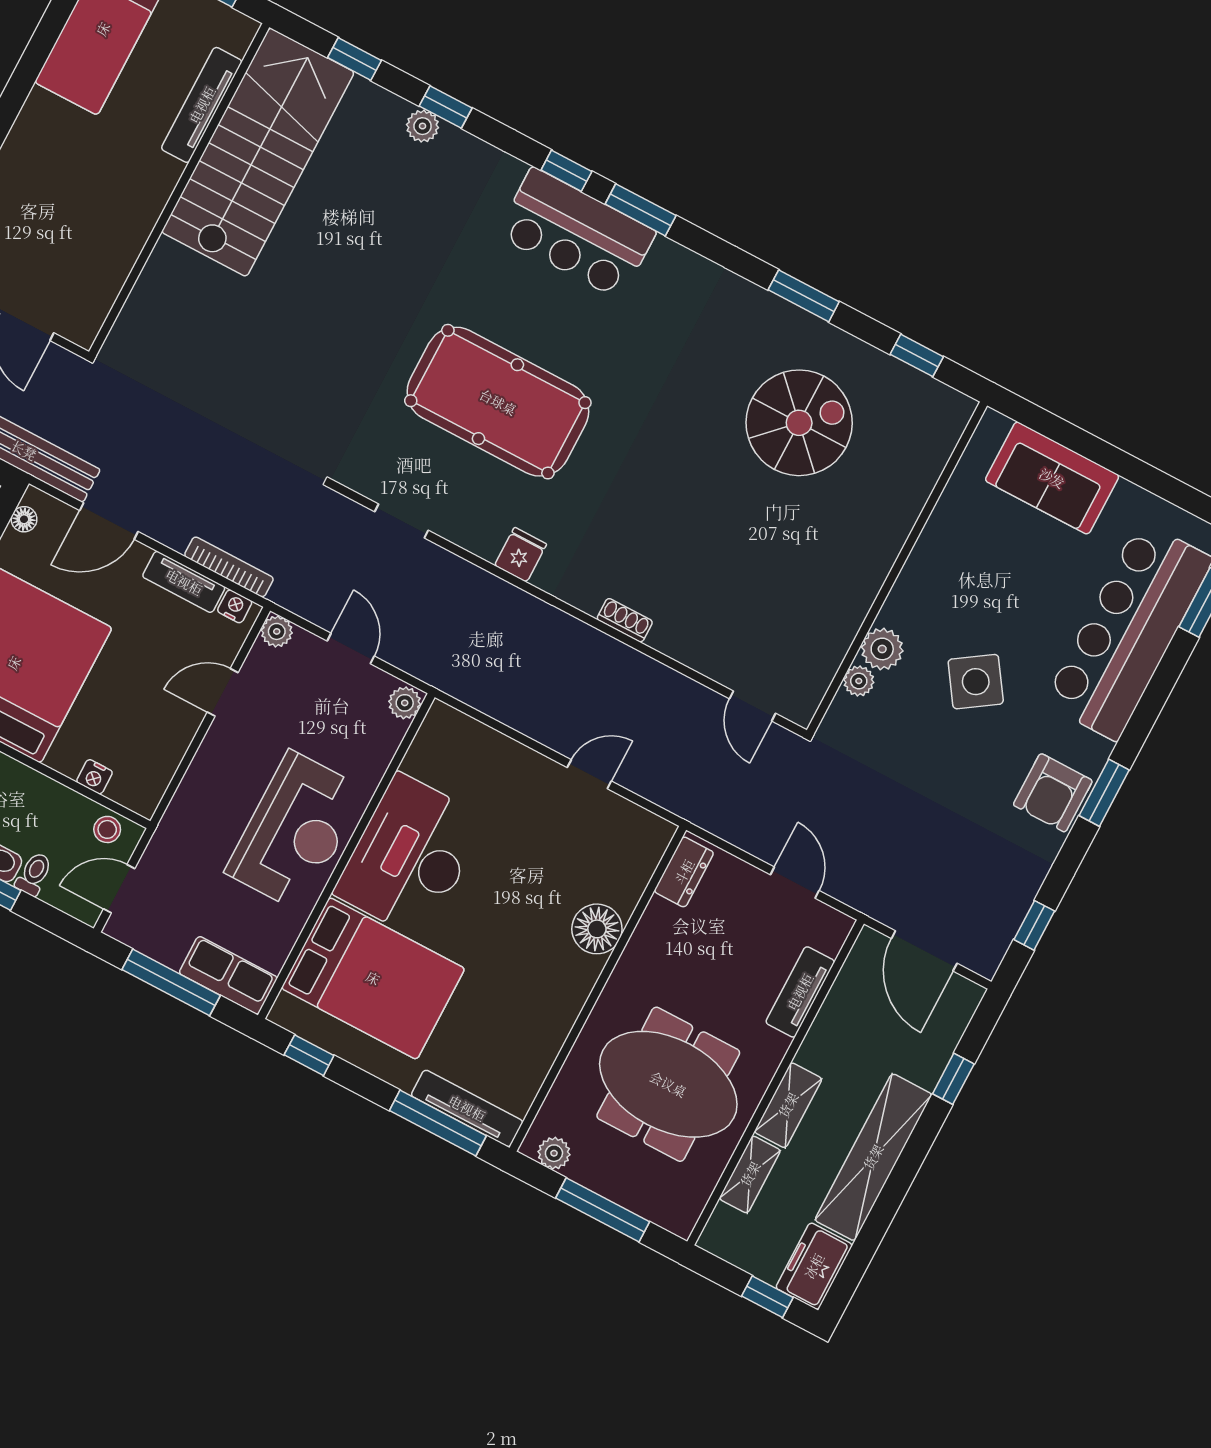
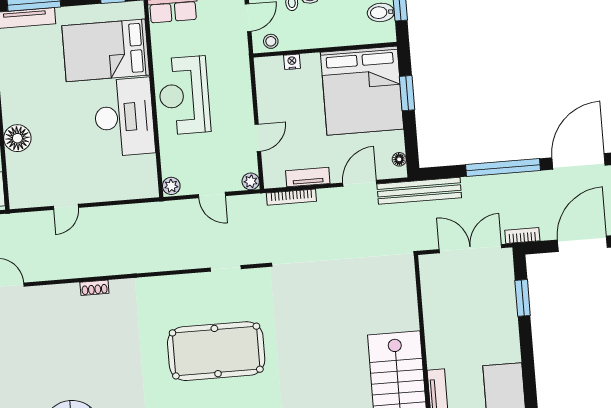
fridge: (521, 555) -> (161, 287), removed
nightstand: (235, 606) -> (277, 181), removed

